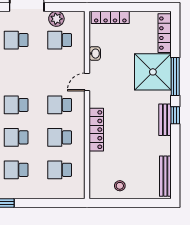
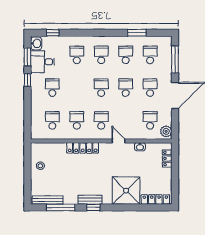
locker: (110, 17) -> (167, 159), width x0.66
plant: (56, 19) -> (166, 131), moved
window: (175, 76) -> (61, 207), moved
school desk: (16, 137) -> (126, 88), moved

